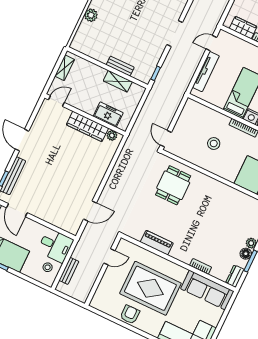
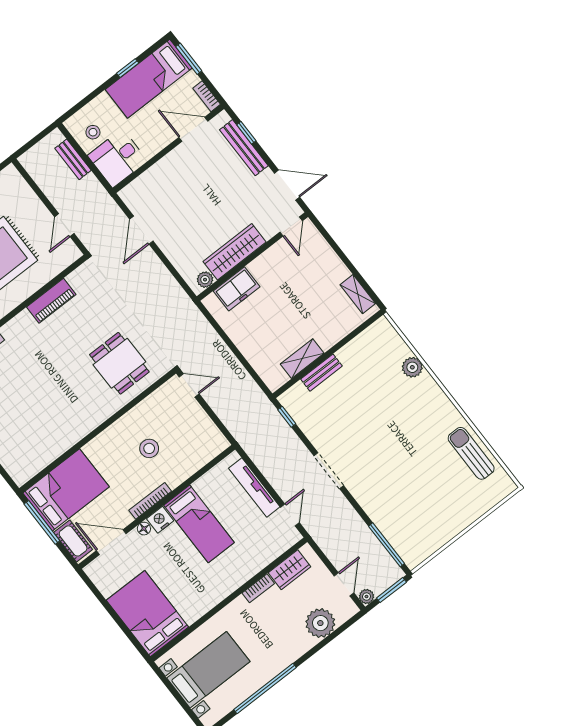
door: (56, 101) -> (291, 226), moved
wall: (85, 115) -> (252, 257), moved
freezer: (108, 115) -> (237, 289), moved
wardrobe: (87, 126) -> (235, 252), moved
plant: (112, 135) -> (205, 280), moved

